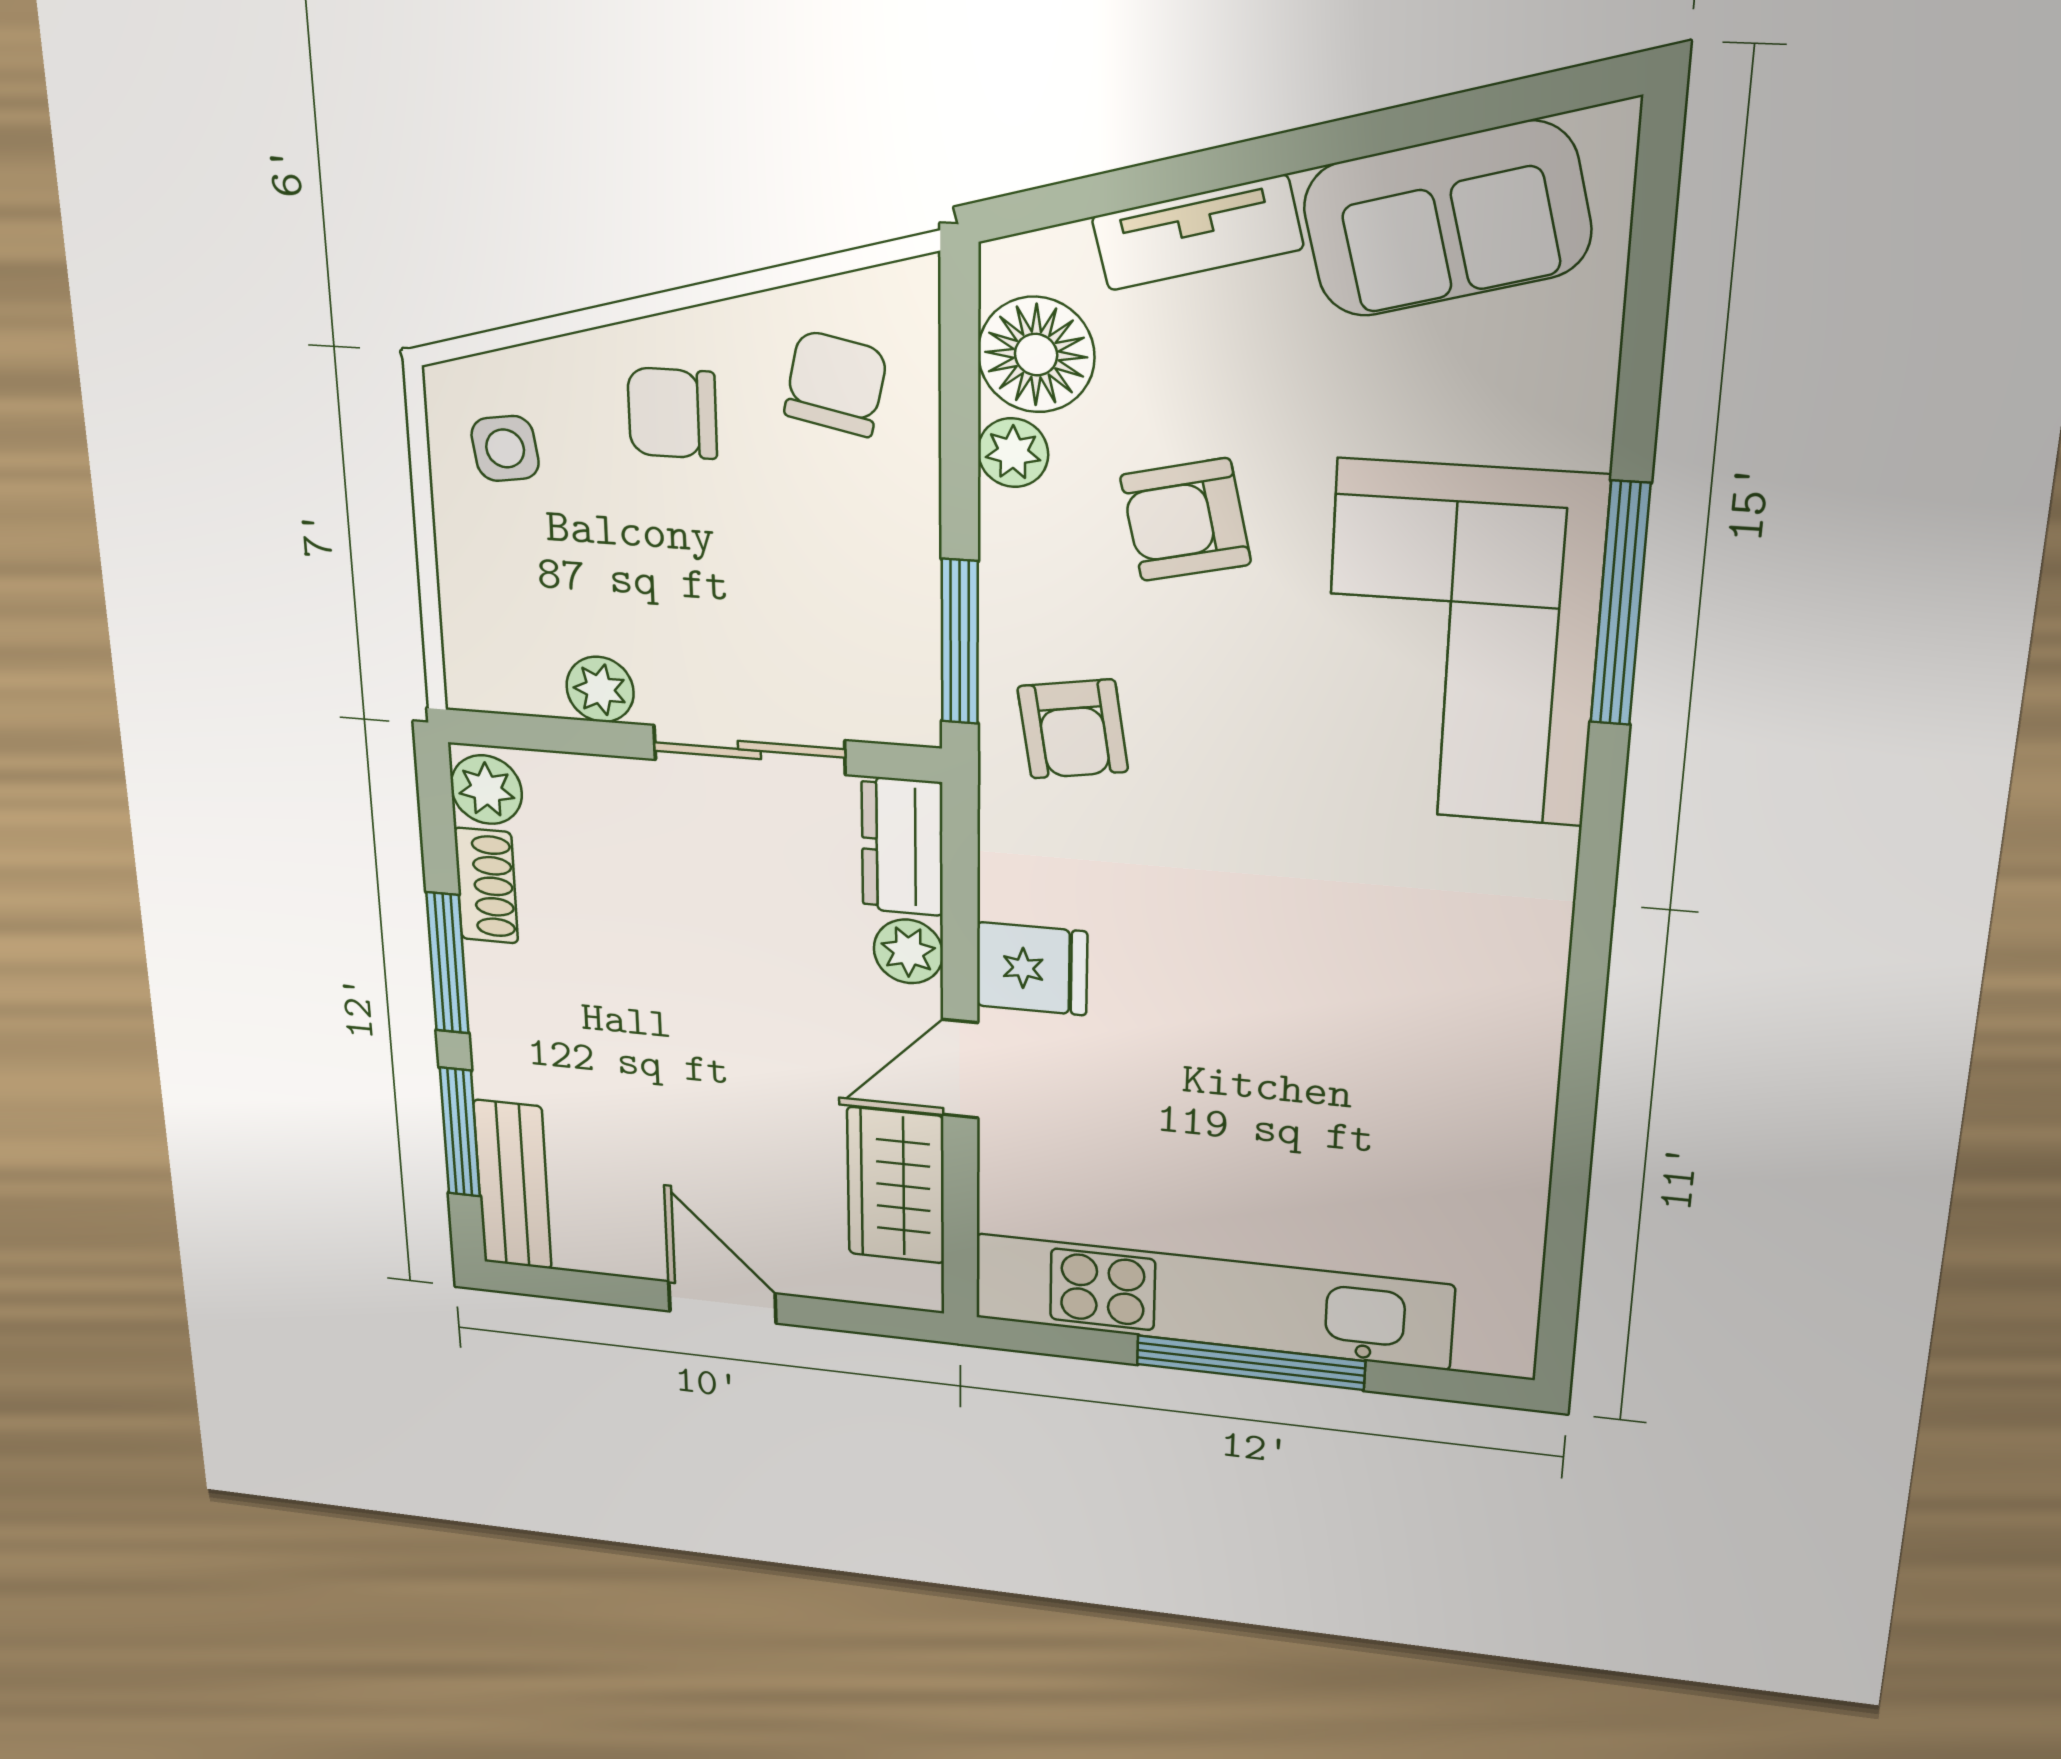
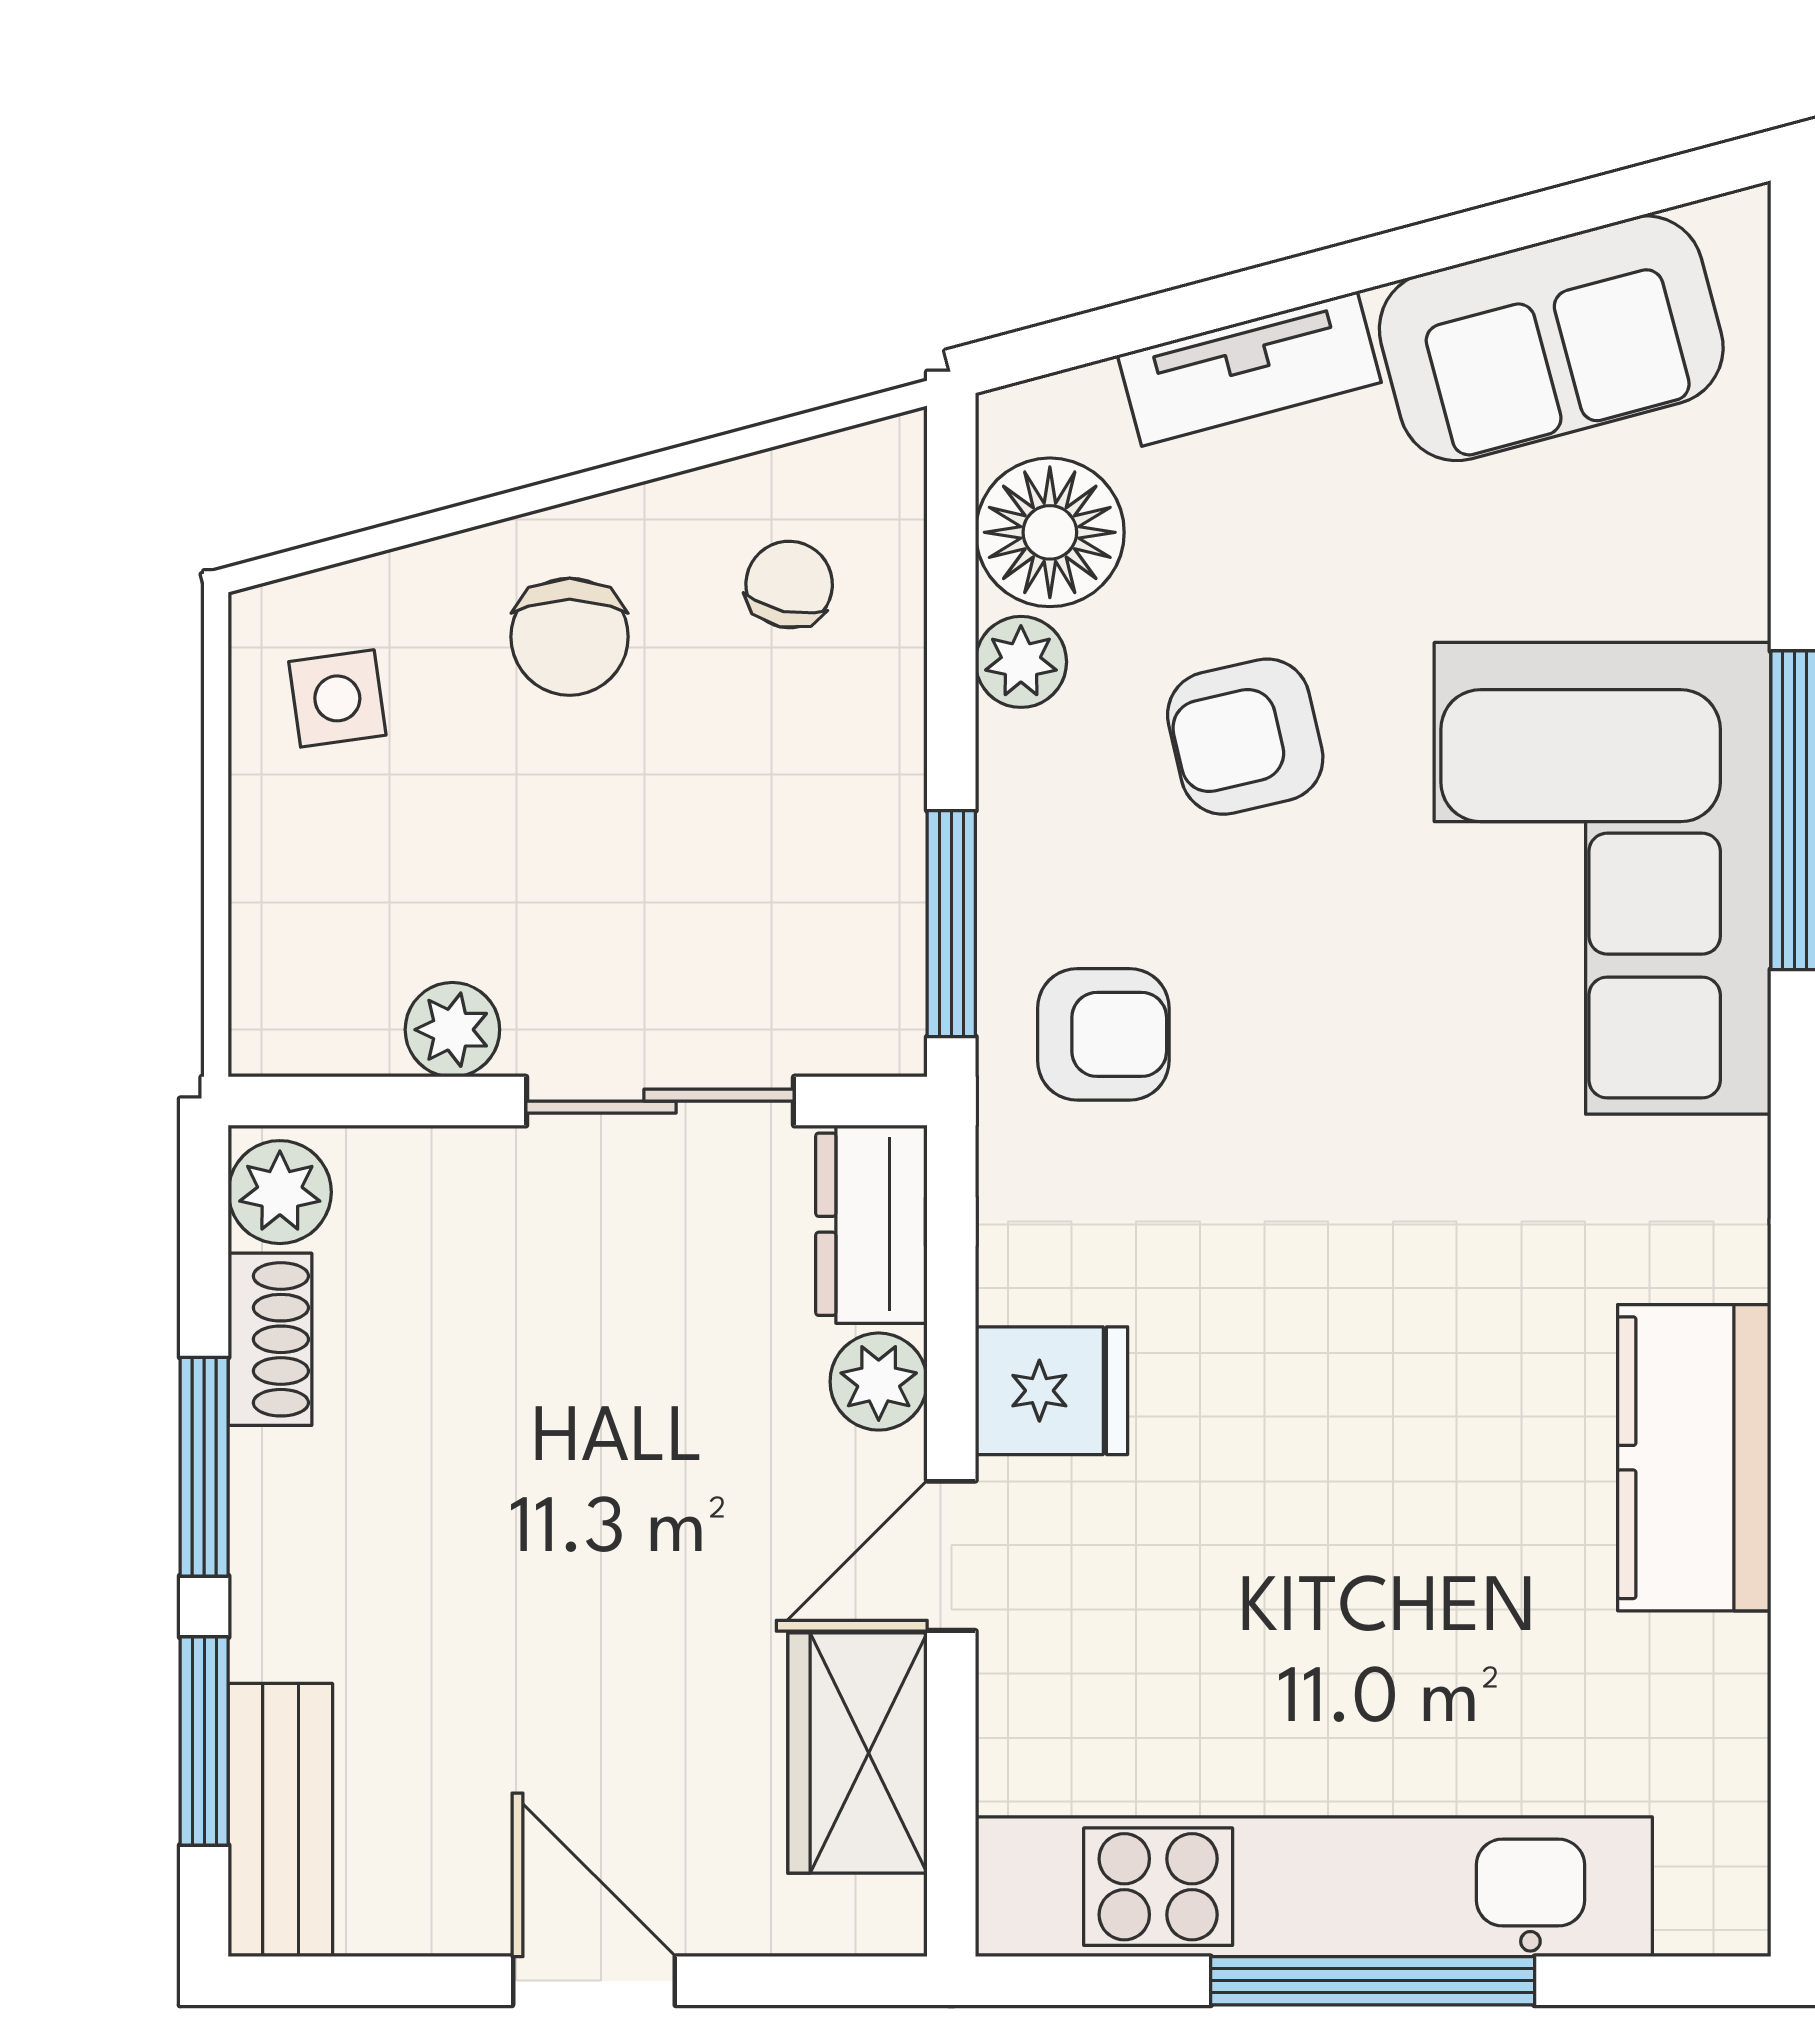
chair: (836, 383) -> (789, 585), width x0.73, depth x0.73
chair: (672, 413) -> (570, 637), turned -90
armchair: (1073, 729) -> (1103, 1034), turned -81
kitchen counter: (1504, 1057) -> (1694, 1458), added

